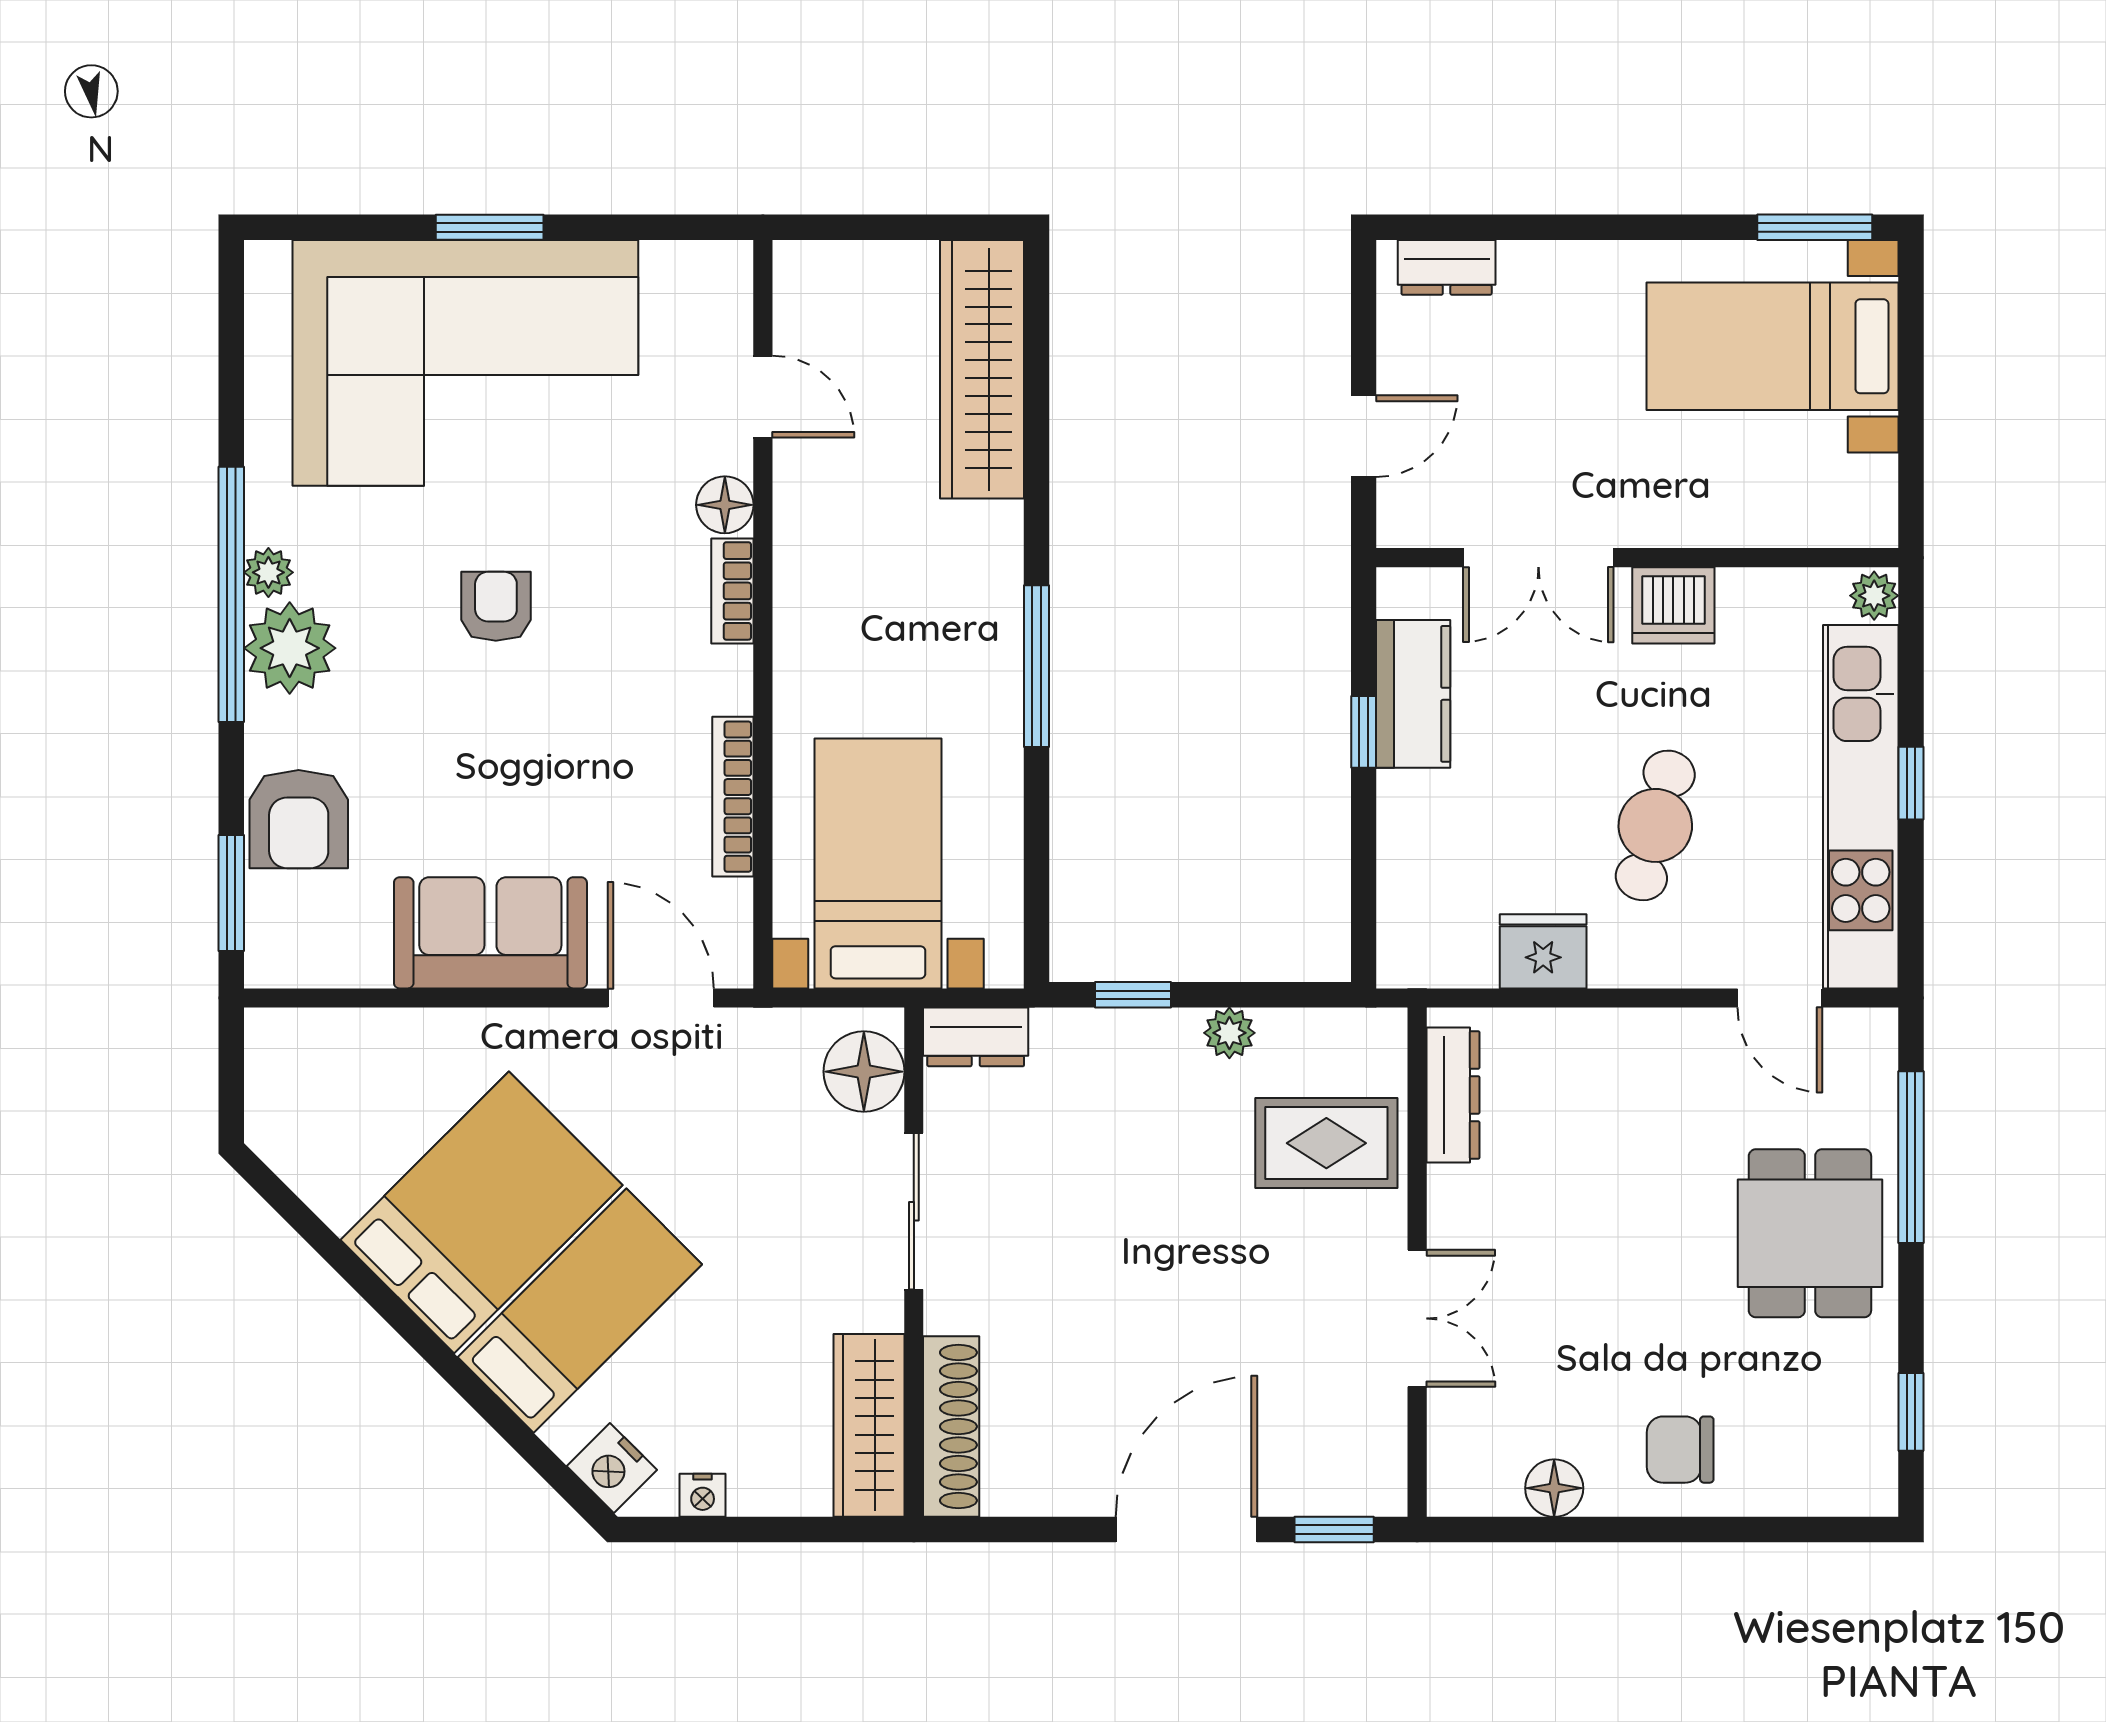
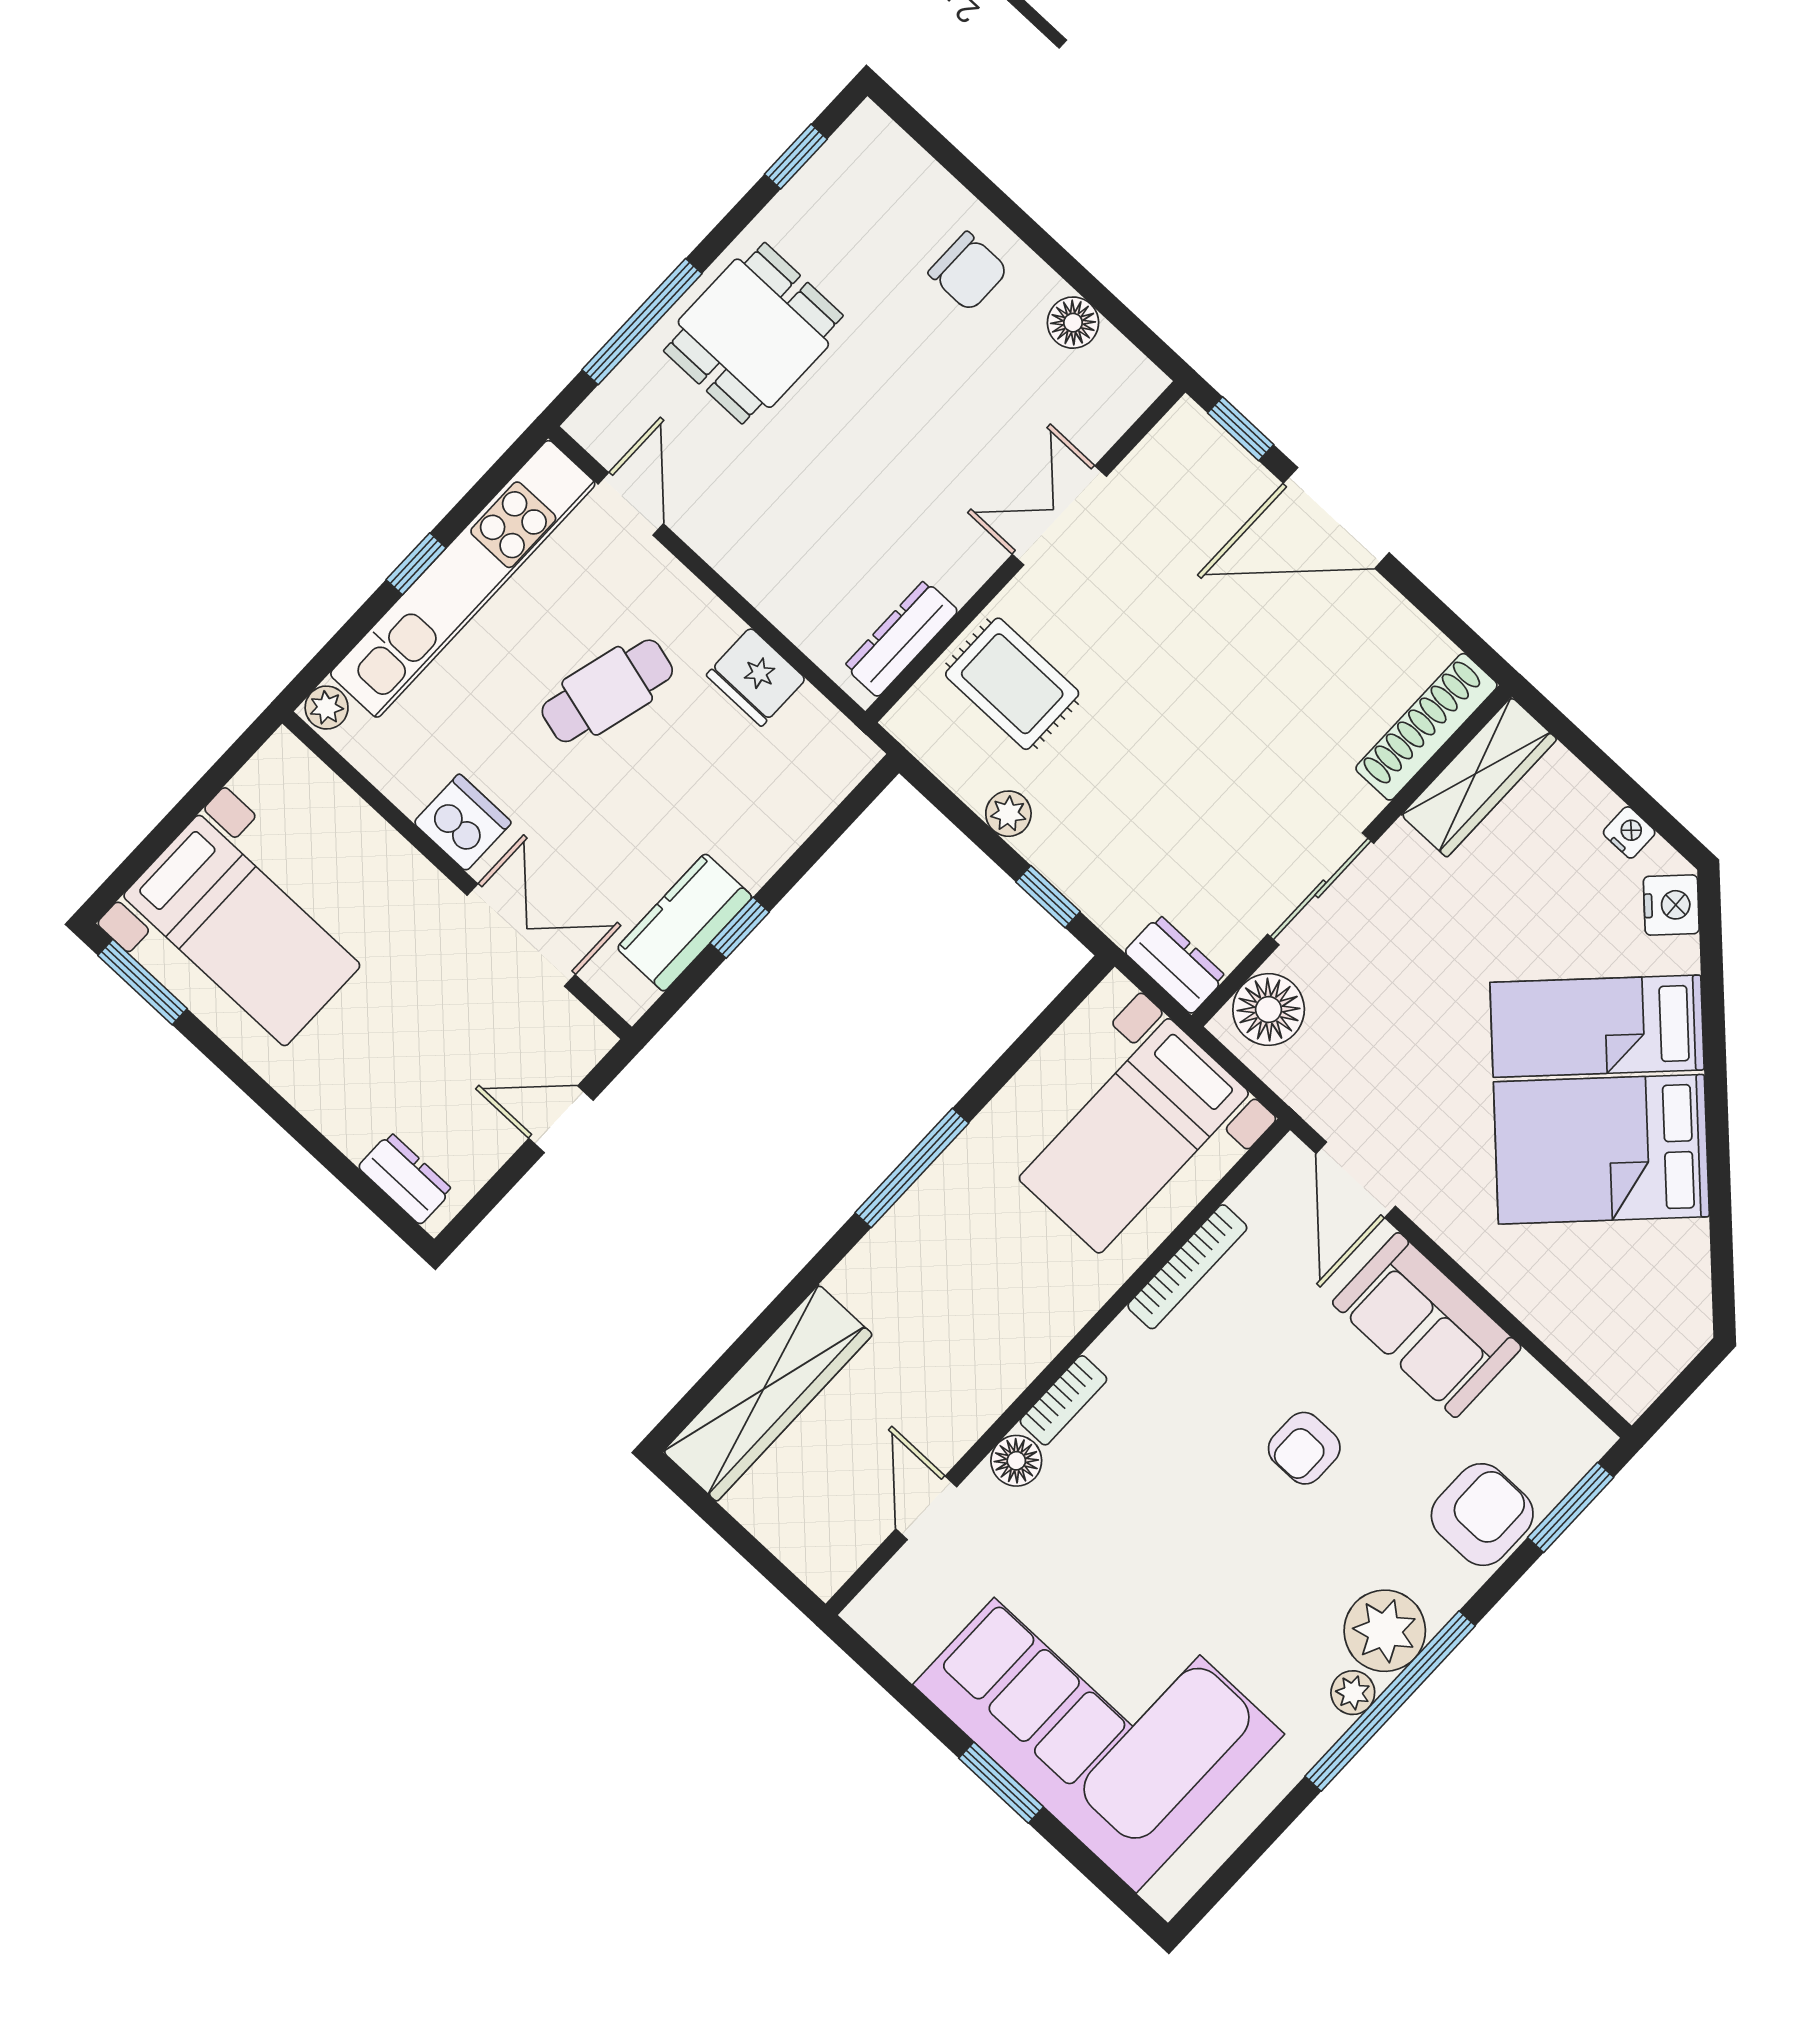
armchair: (496, 606) -> (1304, 1448), moved

